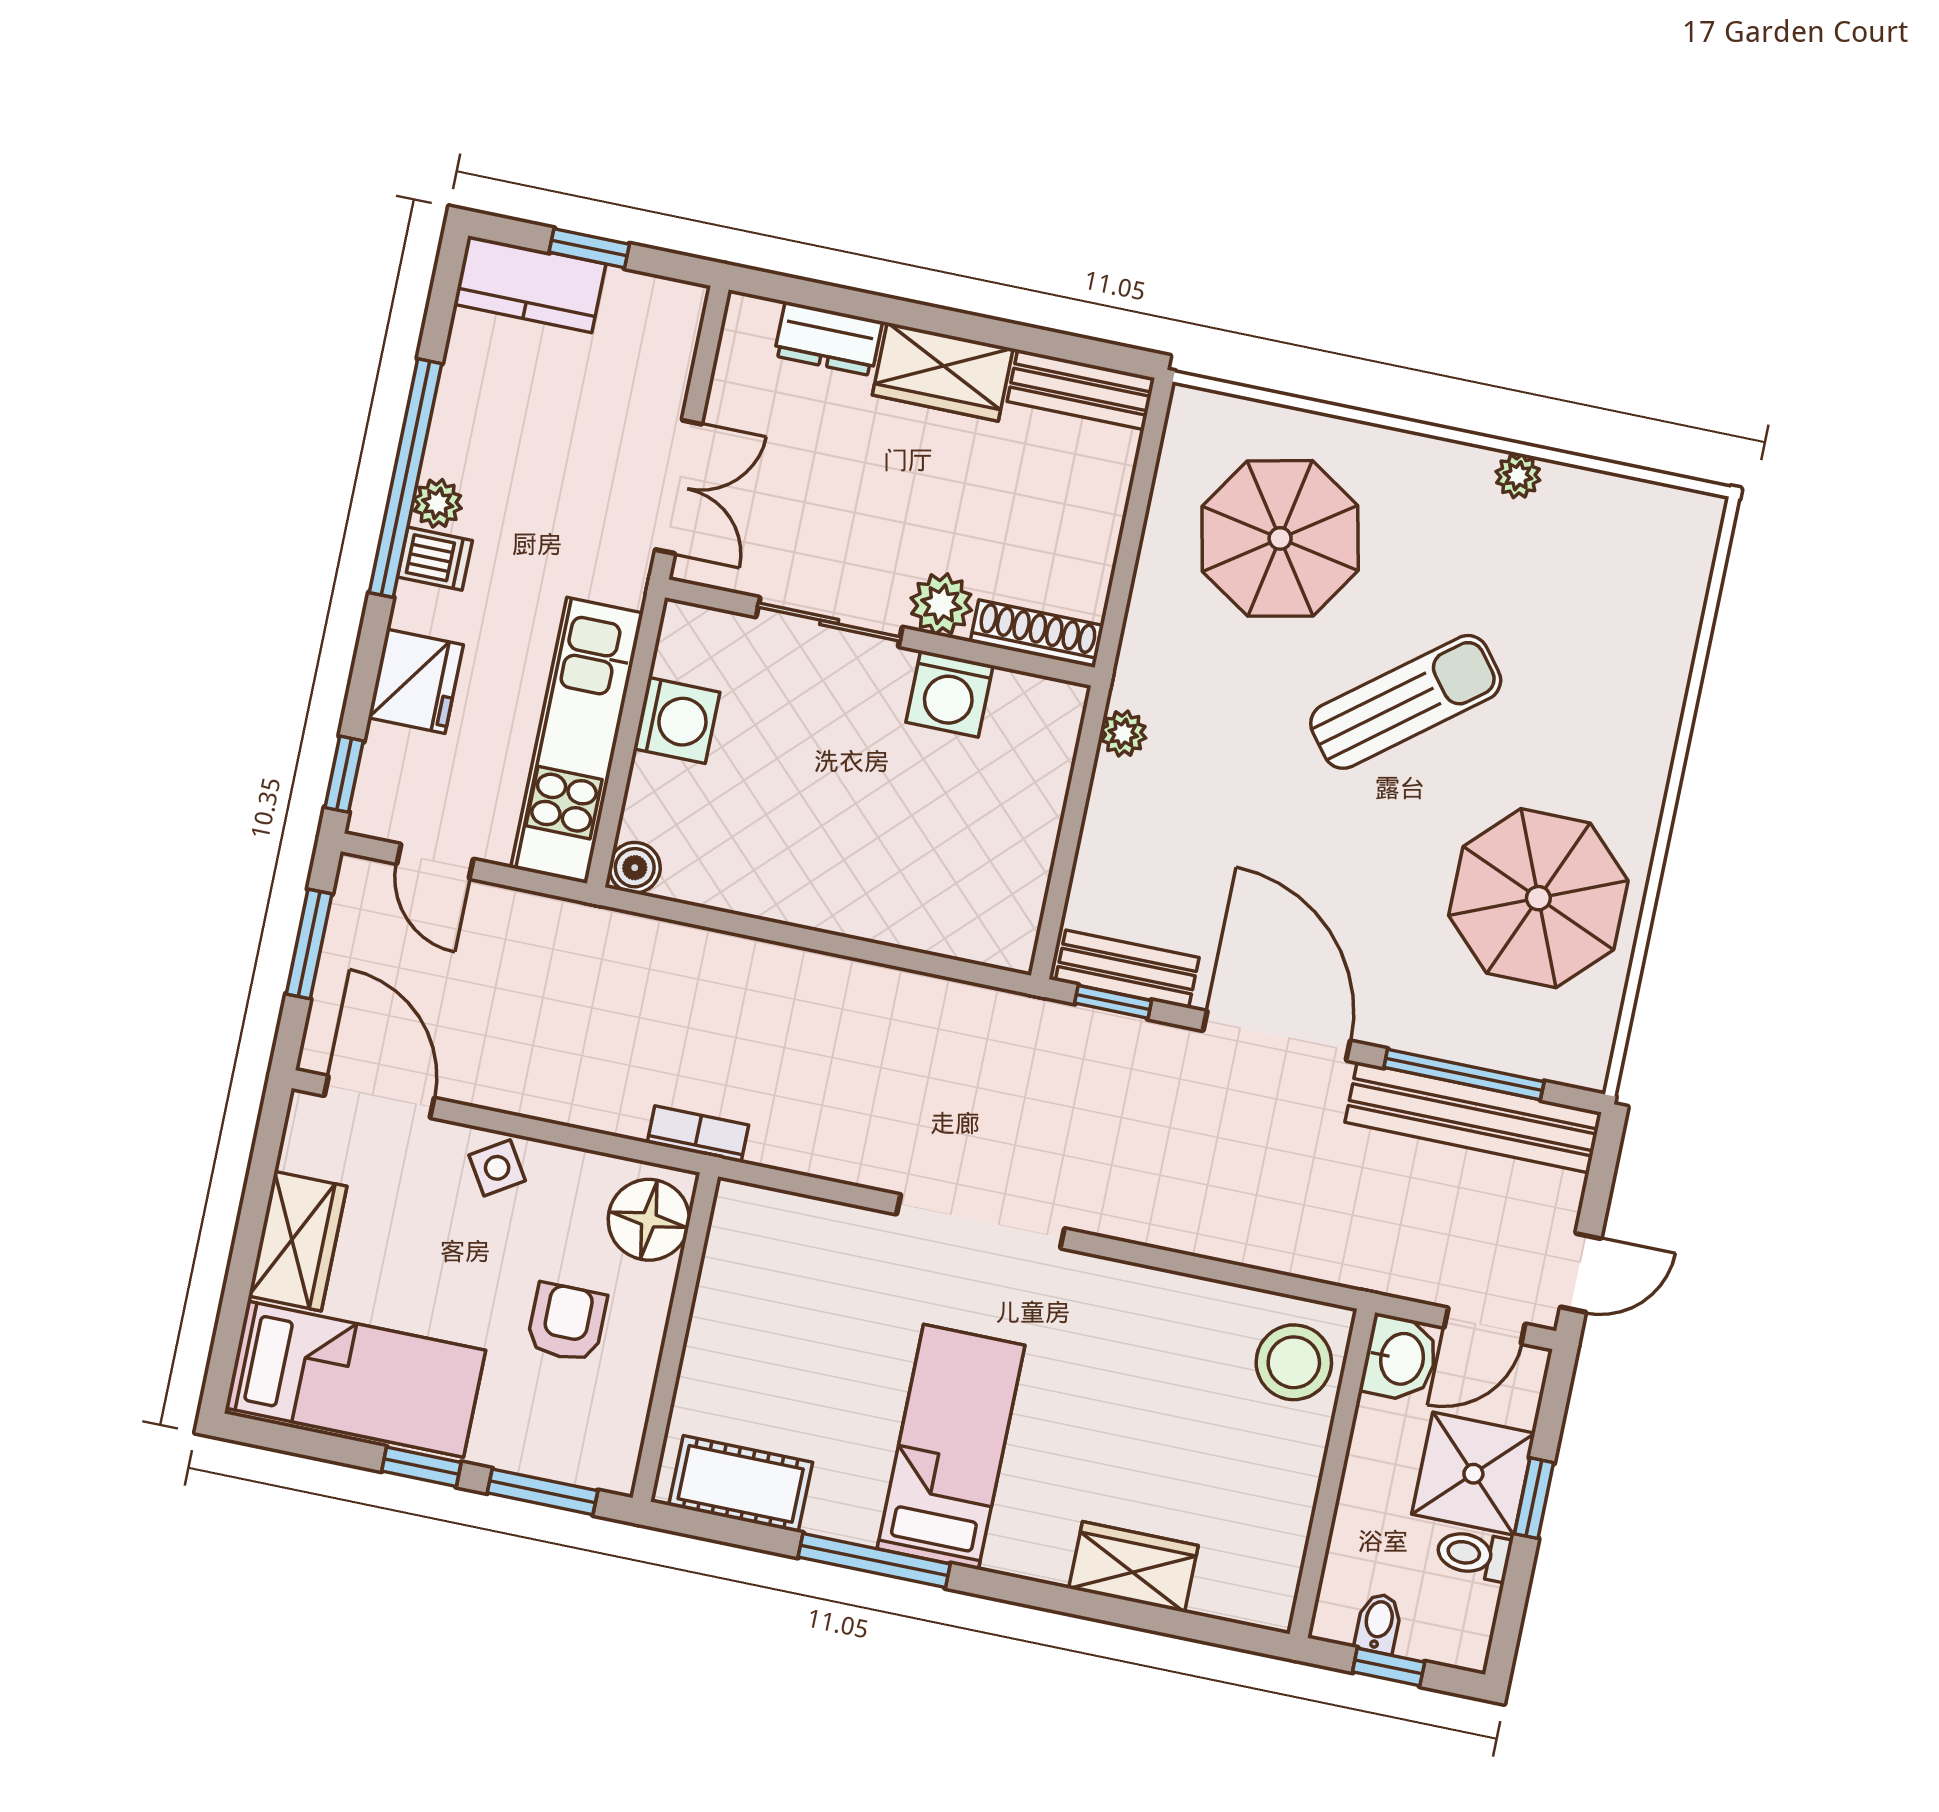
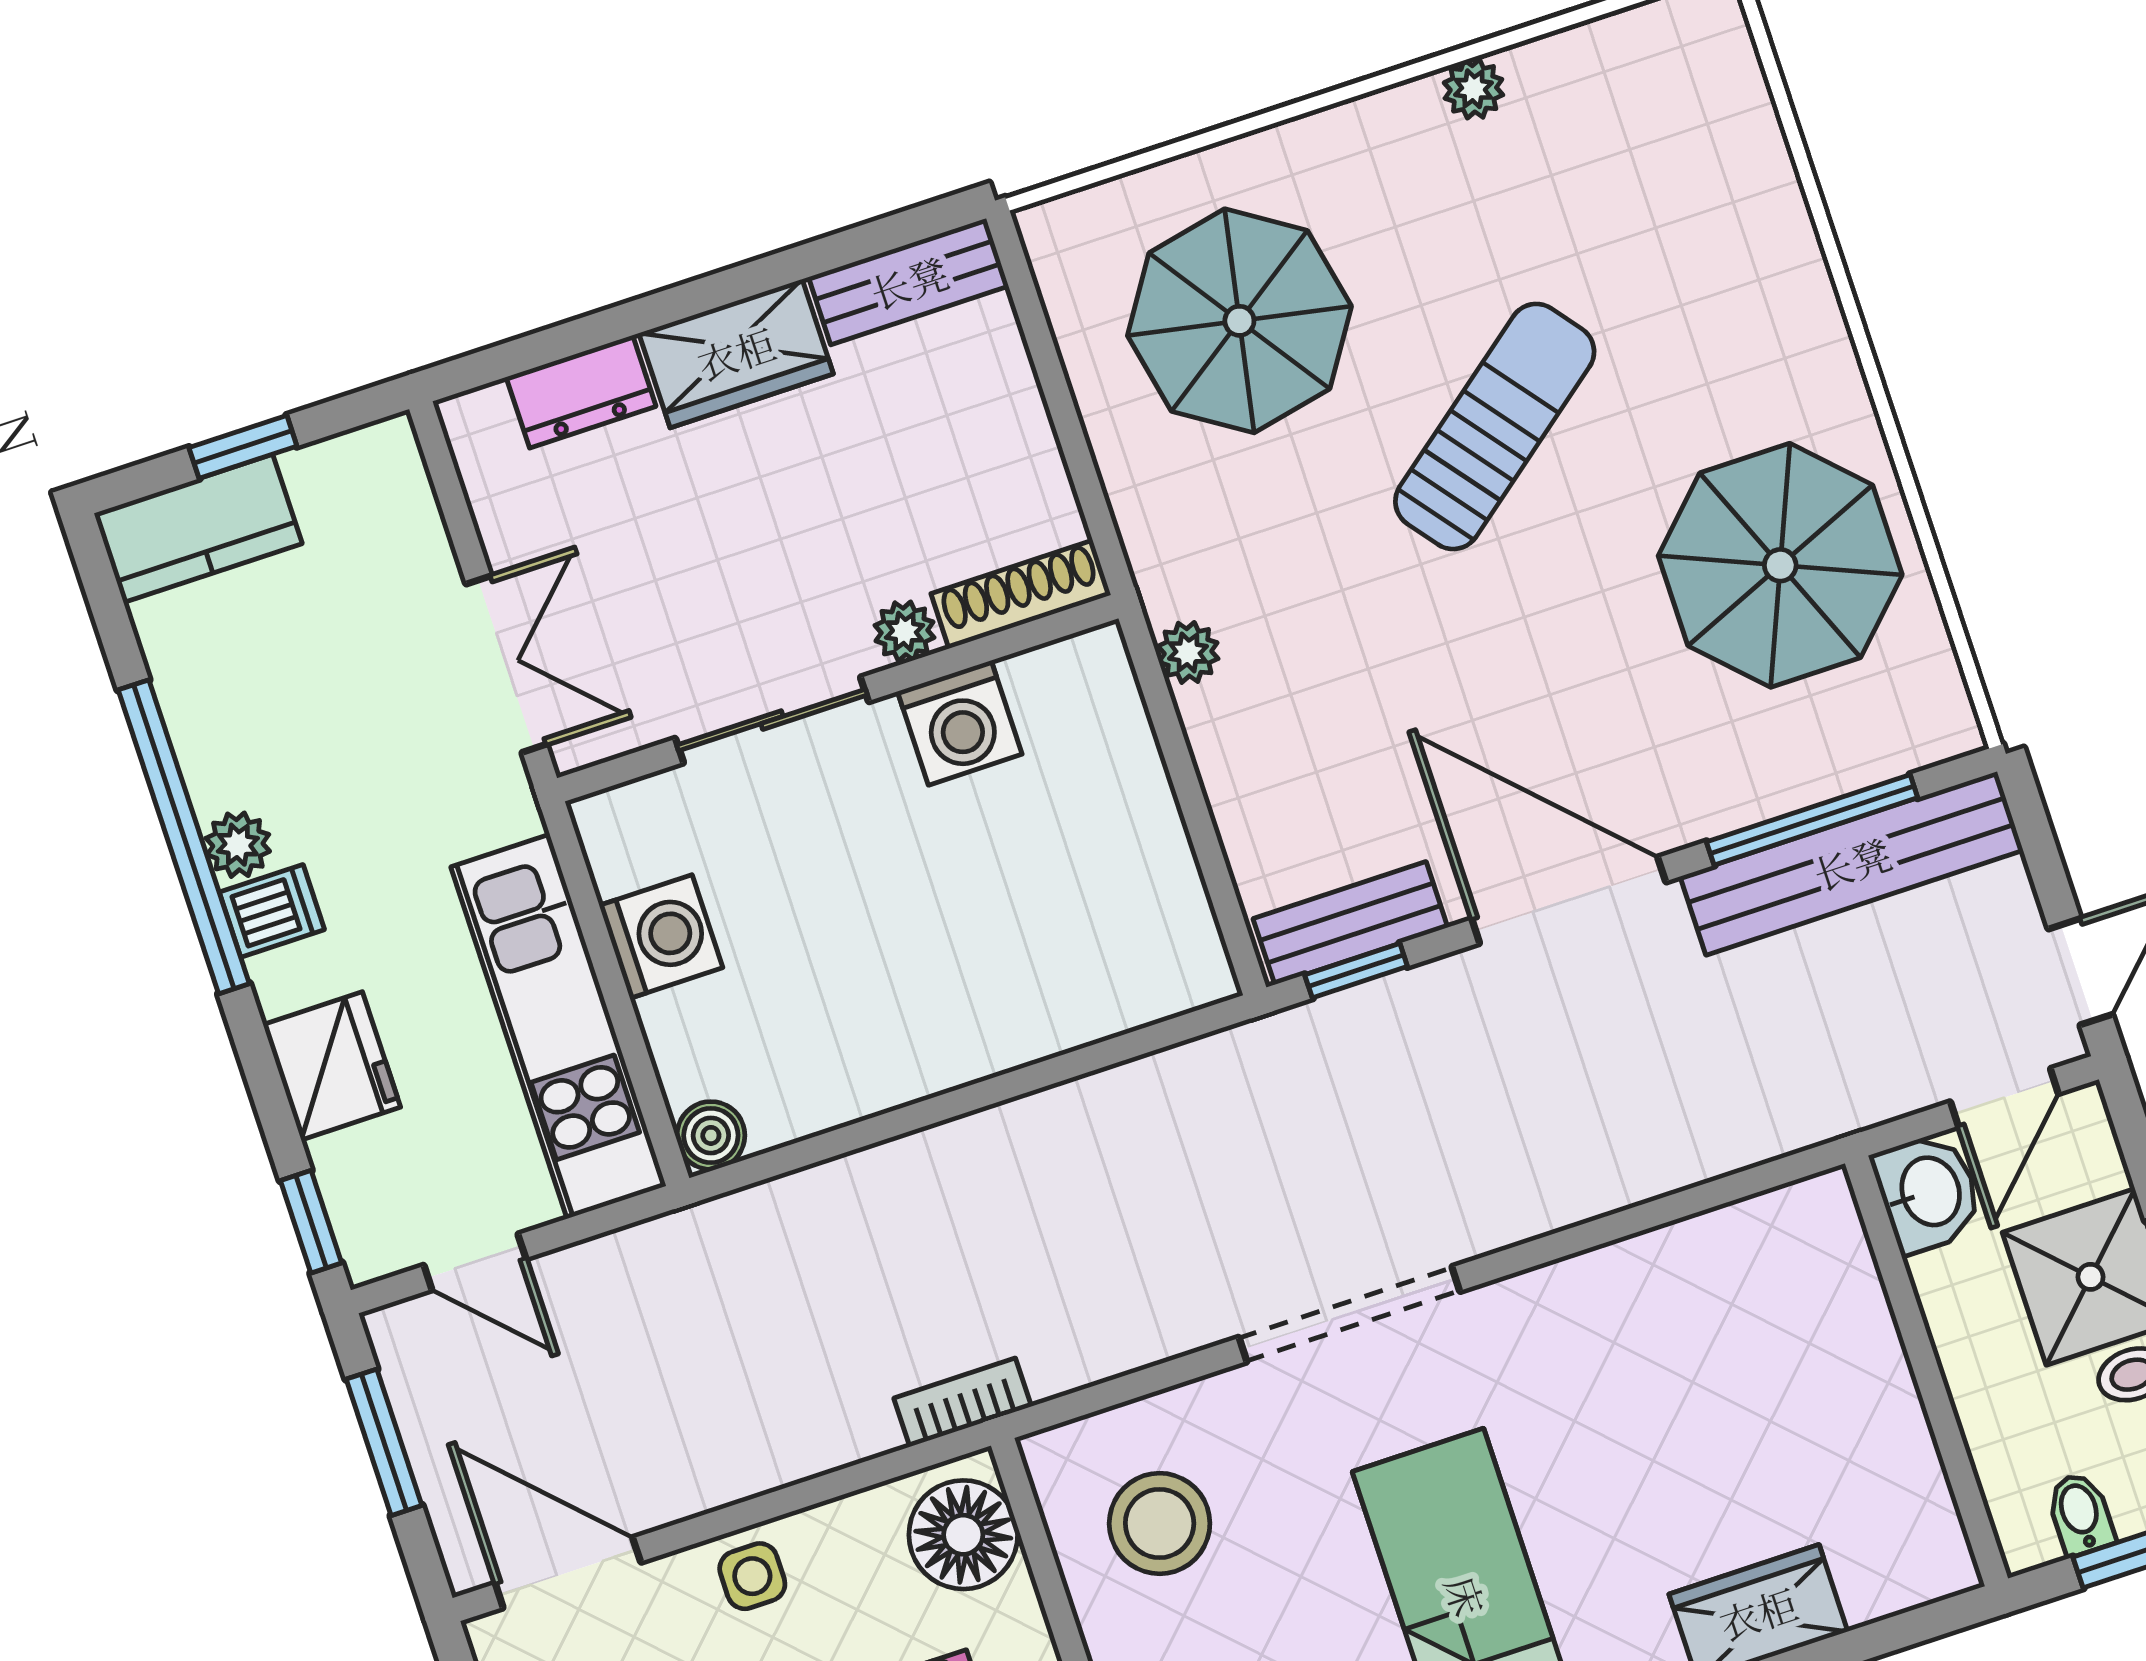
plant: (941, 604) -> (904, 631), width x0.73, depth x0.73
side table: (497, 1168) -> (752, 1576), turned 32
stool: (1294, 1362) -> (1160, 1523), moved

